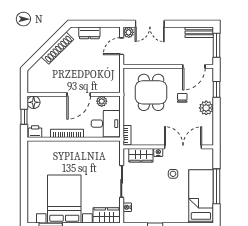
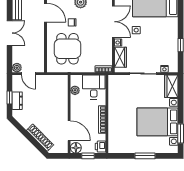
window: (93, 24) -> (10, 98), added
double door: (150, 24) -> (10, 33), moved
shoe rack: (57, 48) -> (40, 138), moved
dining table: (151, 92) -> (67, 49), turned 90
door: (79, 94) -> (69, 131), moved
double door: (183, 147) -> (113, 22), swing flipped
window: (24, 184) -> (145, 156), added

